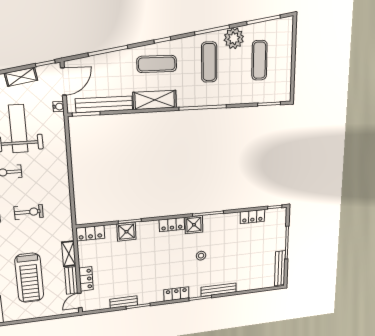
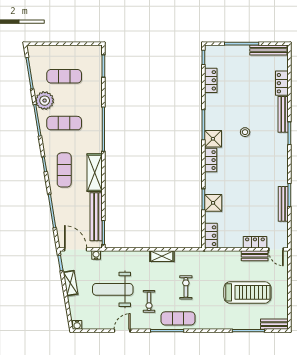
shelving: (69, 254) -> (162, 256), moved
locker: (176, 294) -> (282, 83), moved
bench: (124, 302) -> (283, 204), width x1.36

